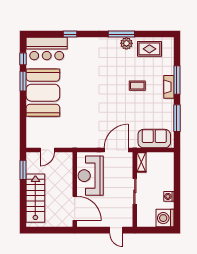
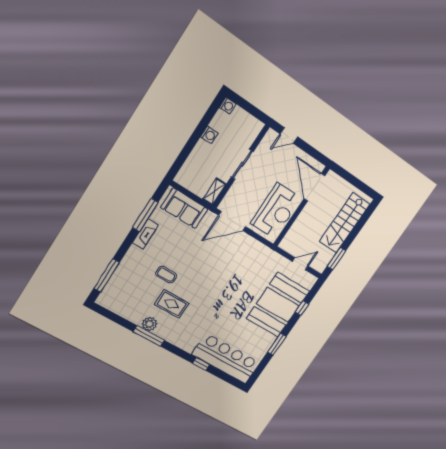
bar counter: (47, 49) -> (226, 359), width x1.36
rug: (149, 49) -> (172, 304), moved
window: (23, 59) -> (302, 308), moved
window: (177, 80) -> (107, 275), moved
fireplace: (169, 87) -> (145, 234), moved
booth: (43, 93) -> (278, 305), moved
washing machine: (165, 218) -> (228, 106), width x0.53, depth x0.53
door: (116, 230) -> (289, 135), swing flipped

